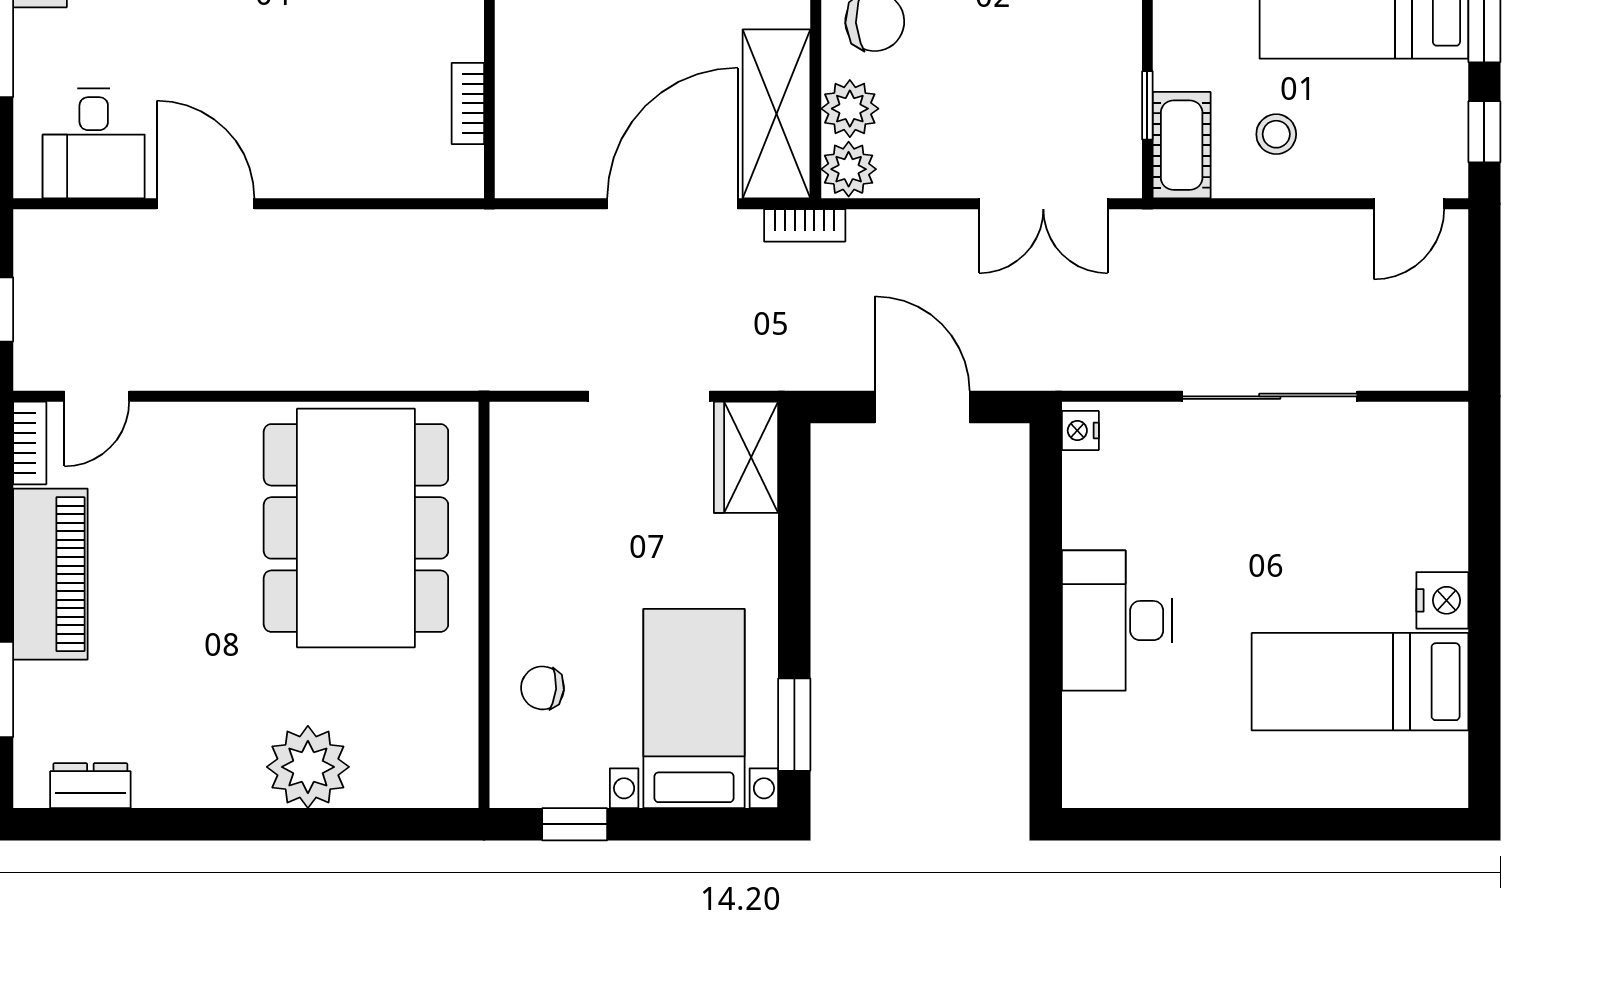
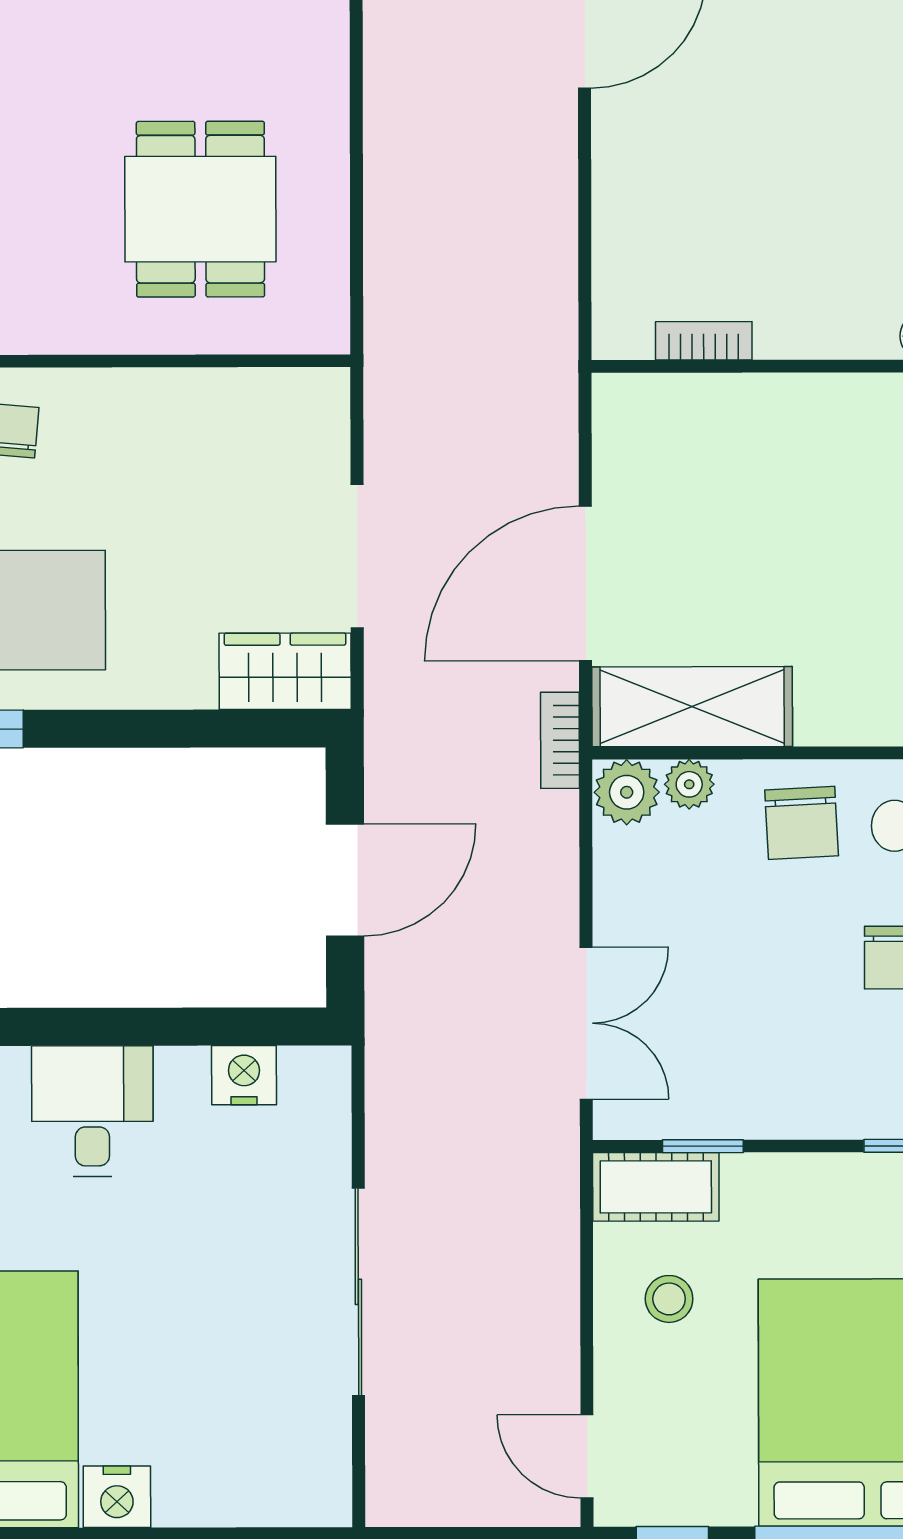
plant: (850, 109) -> (689, 784), width x0.73, depth x0.73
door: (672, 204) -> (585, 584), swing flipped
double door: (1043, 204) -> (586, 1023), swing flipped
nightstand: (1080, 431) -> (244, 1075), moved, width x1.39, depth x1.35
dining table: (356, 528) -> (200, 209), width x0.53, depth x0.80
desk: (1117, 621) -> (92, 1111), width x0.73

